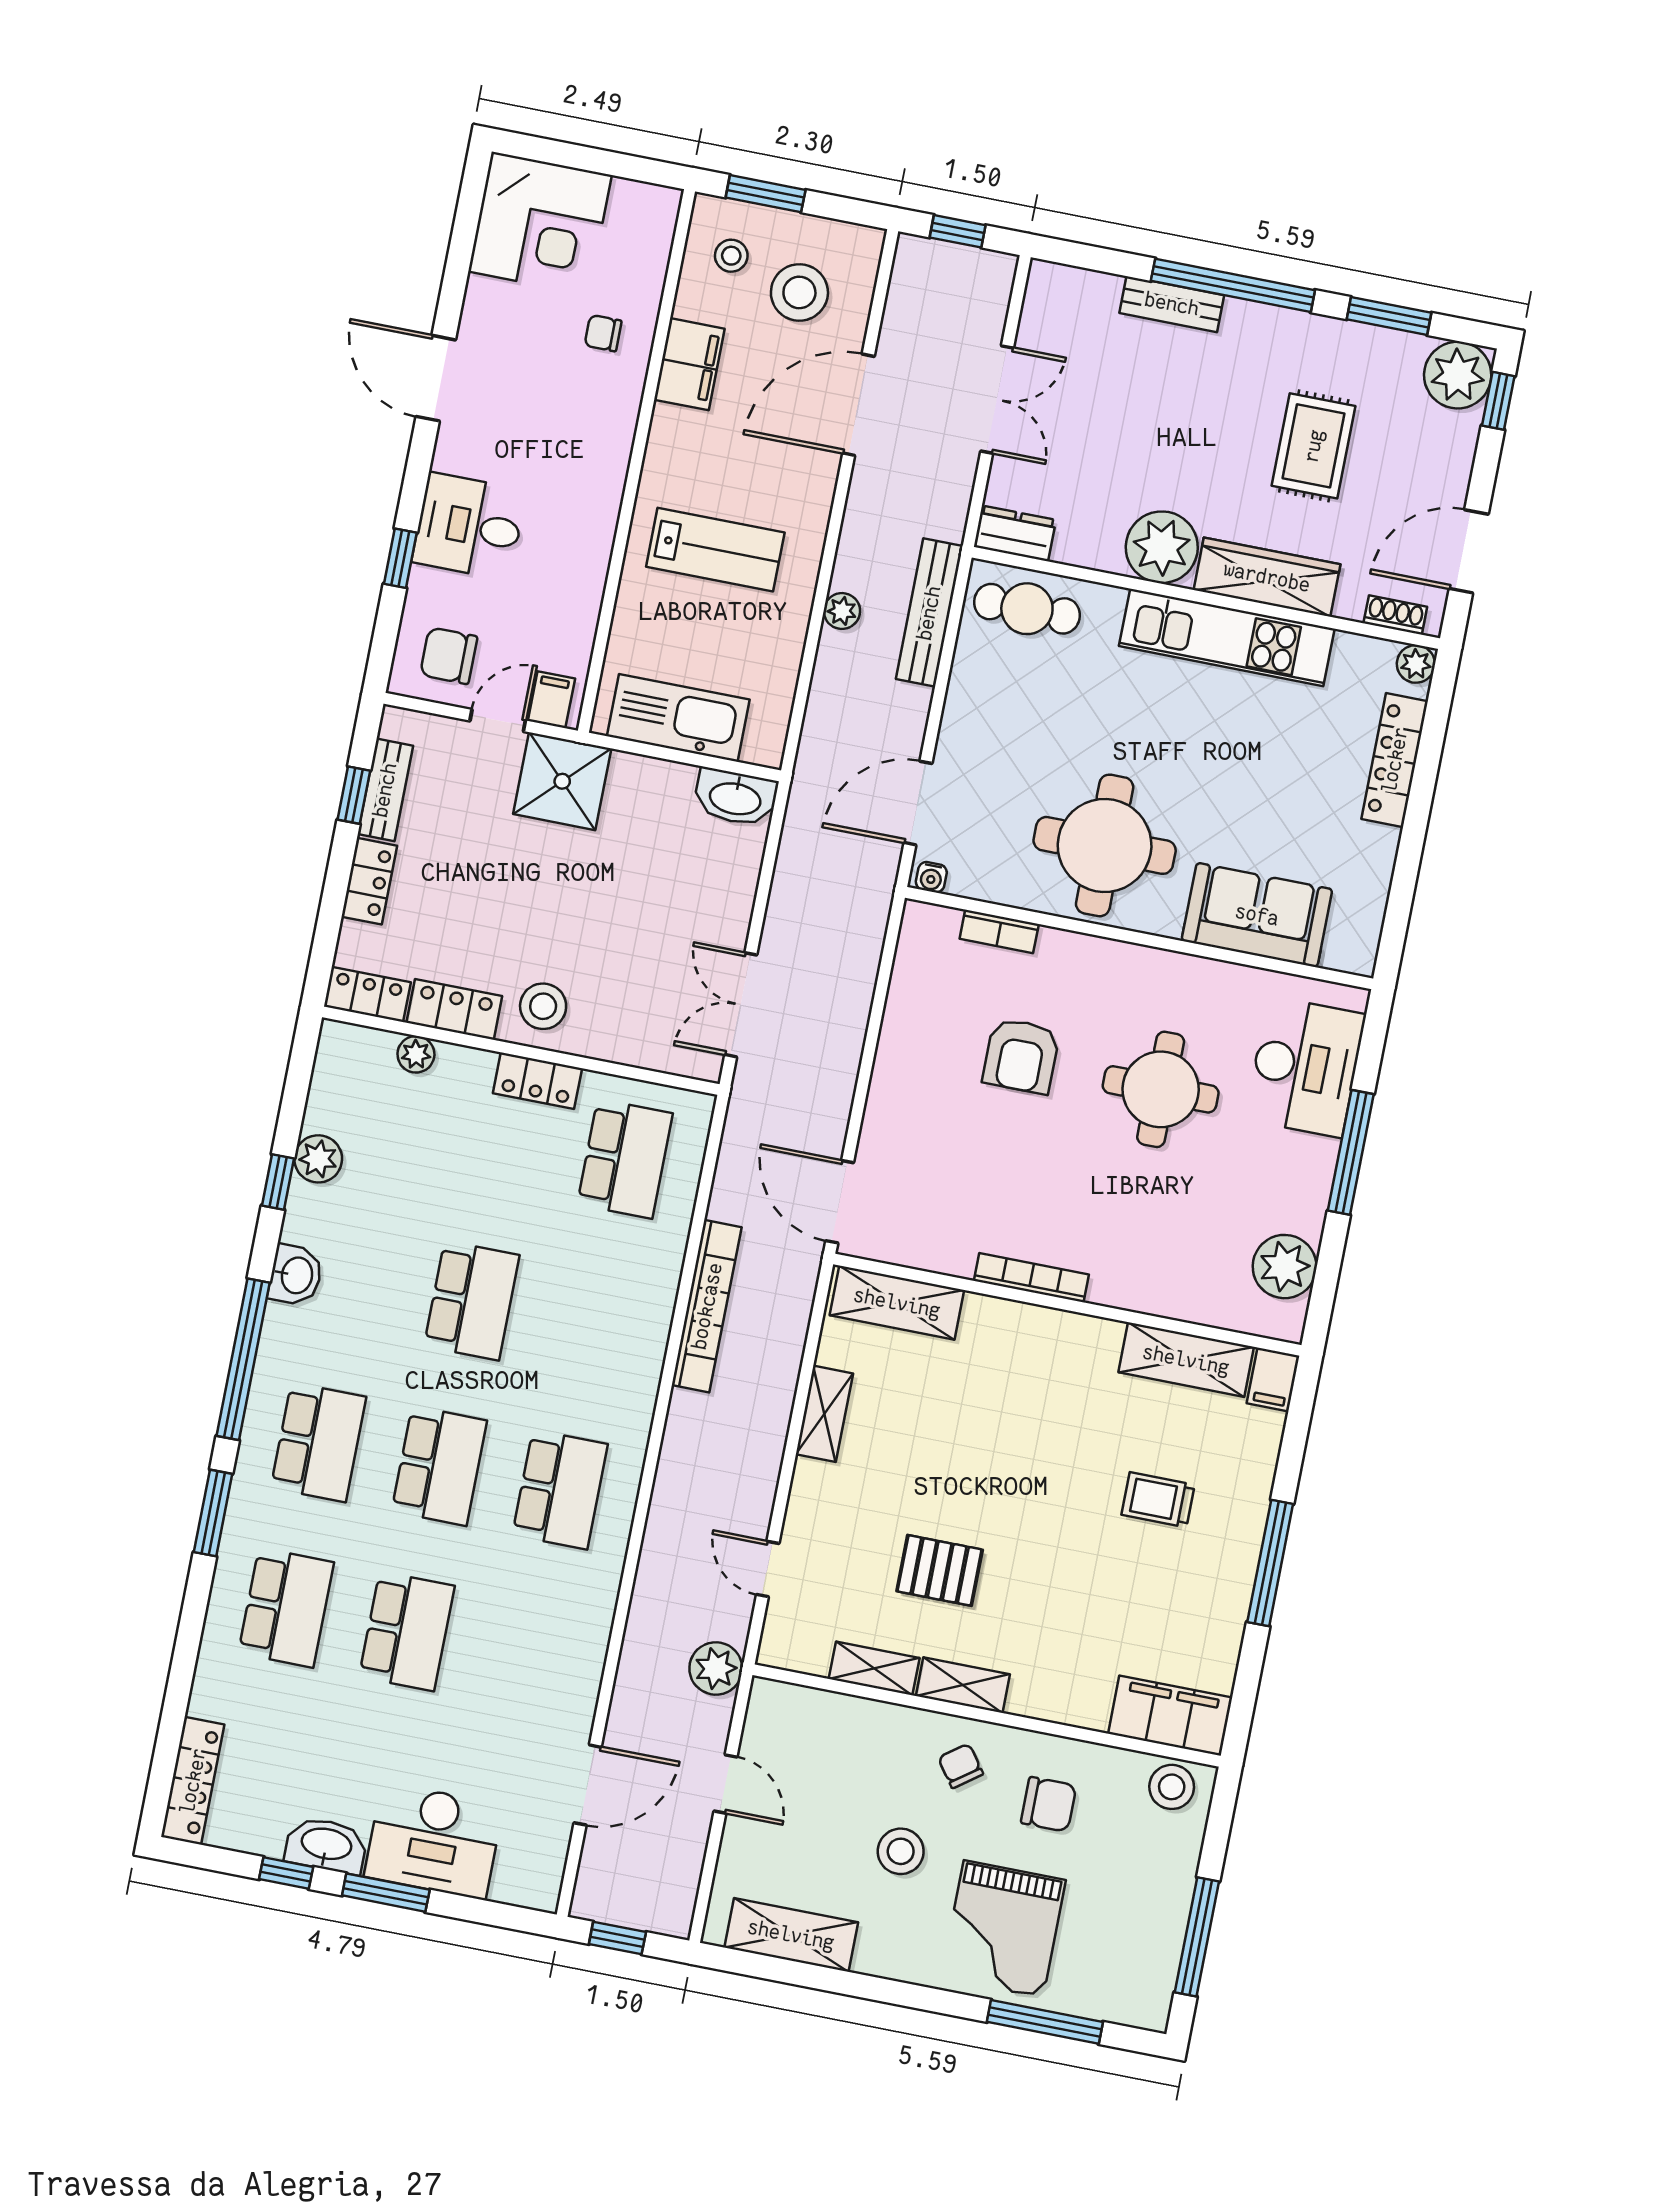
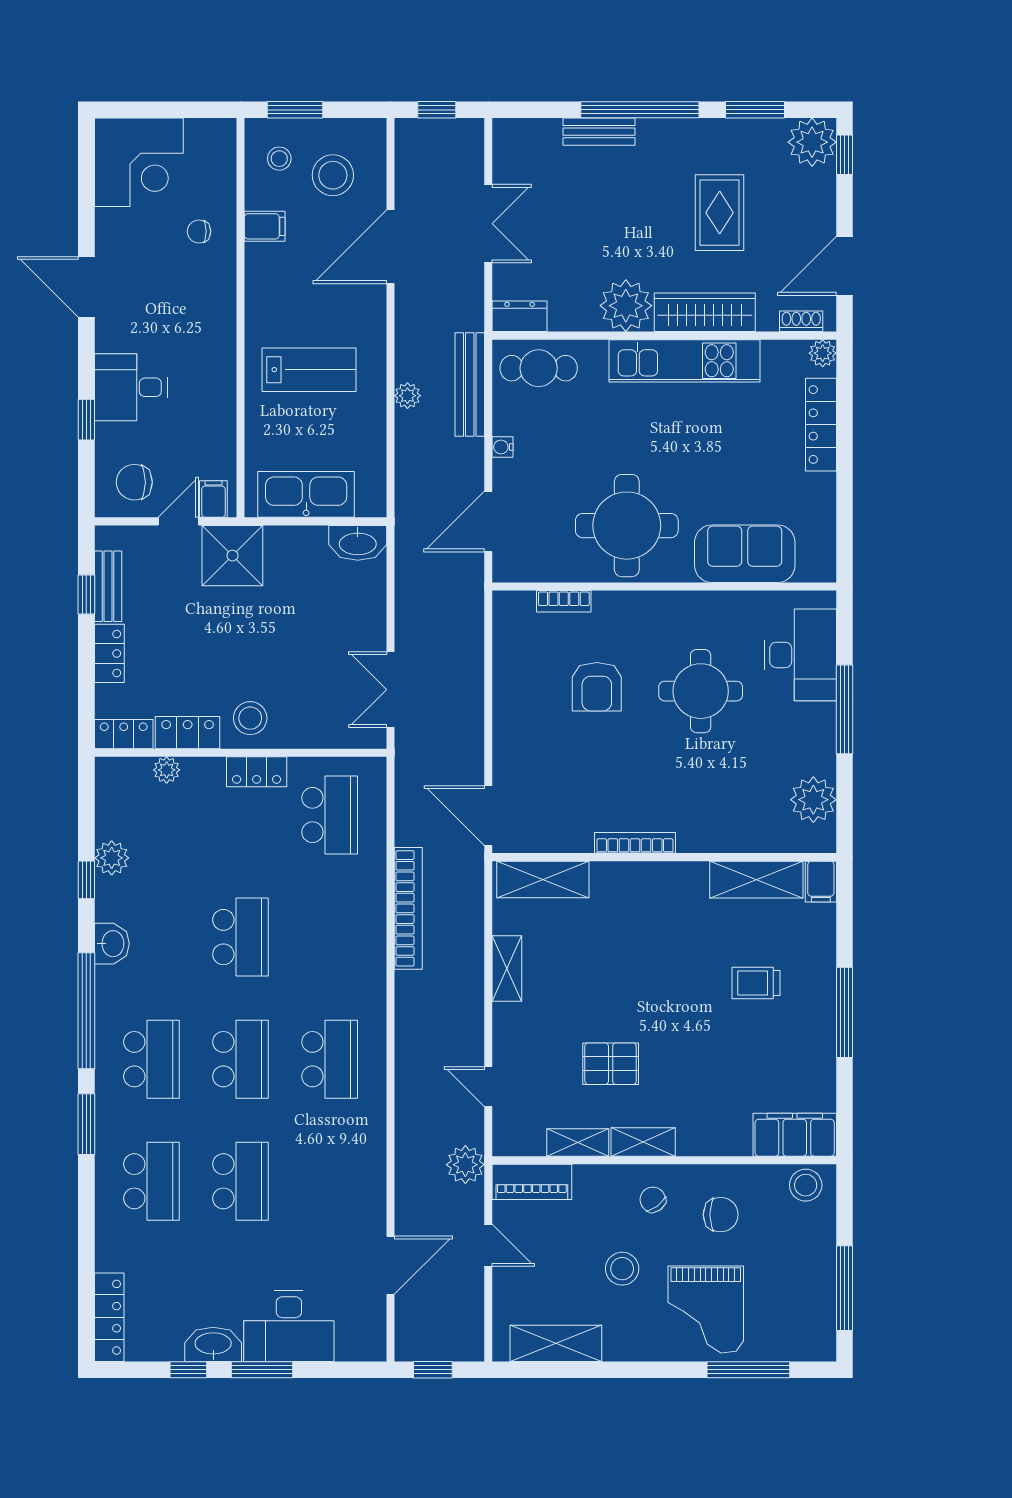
filing cabinet: (689, 364) -> (265, 226), width x0.50
water cooler: (931, 877) -> (503, 447), moved, turned 90
piano: (801, 1710) -> (532, 1182), added

